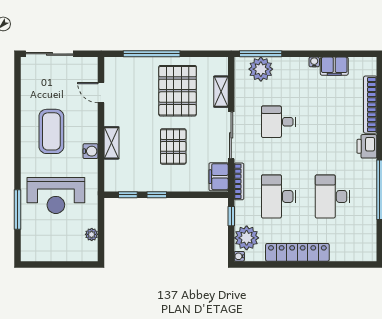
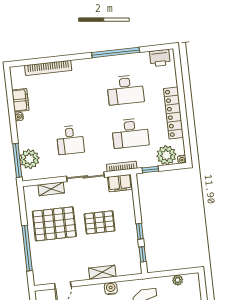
printer: (367, 146) -> (160, 58), moved

